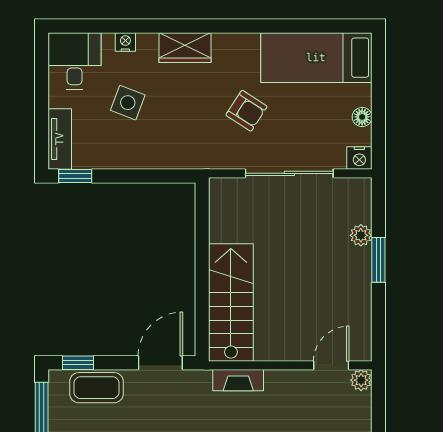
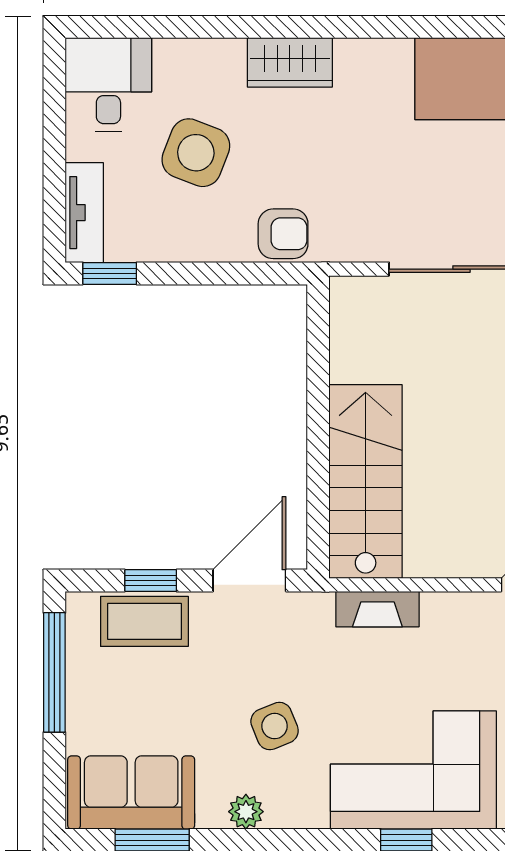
nightstand: (125, 42) -> (192, 53), removed
side table: (128, 103) -> (196, 153), width x1.37, depth x1.37
armchair: (247, 111) -> (283, 234), moved, turned -33
window: (78, 363) -> (151, 581), moved

